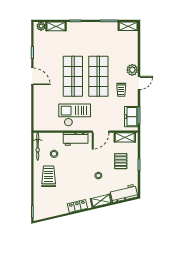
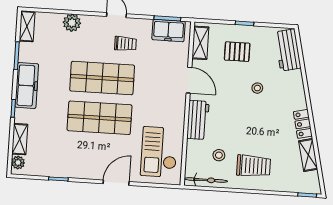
freezer: (90, 29) -> (27, 86), added
plant: (132, 70) -> (72, 23), moved
door: (32, 76) -> (116, 183), moved
checkout: (75, 115) -> (159, 152), moved
trolley: (49, 176) -> (254, 166), turned 180
shelving: (101, 201) -> (308, 155), moved

